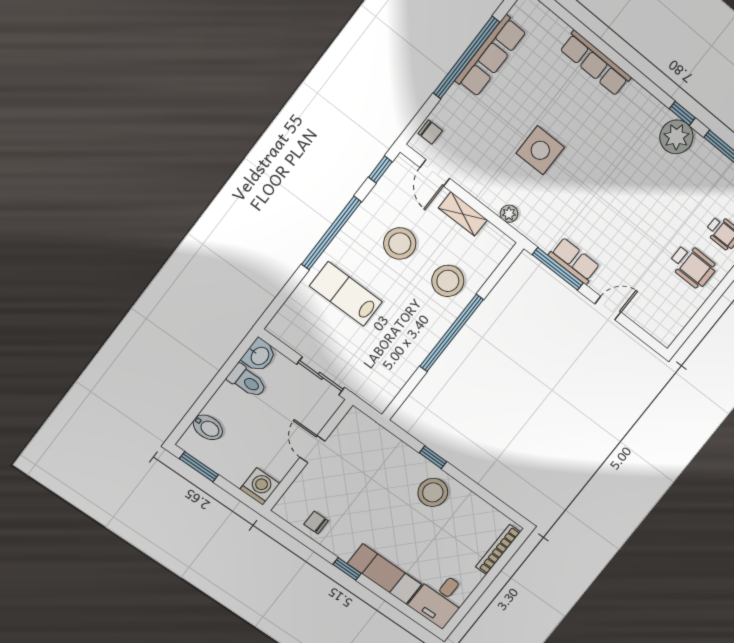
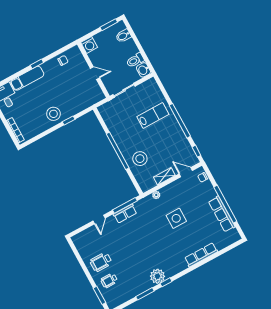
stool: (400, 244) -> (164, 146), removed

